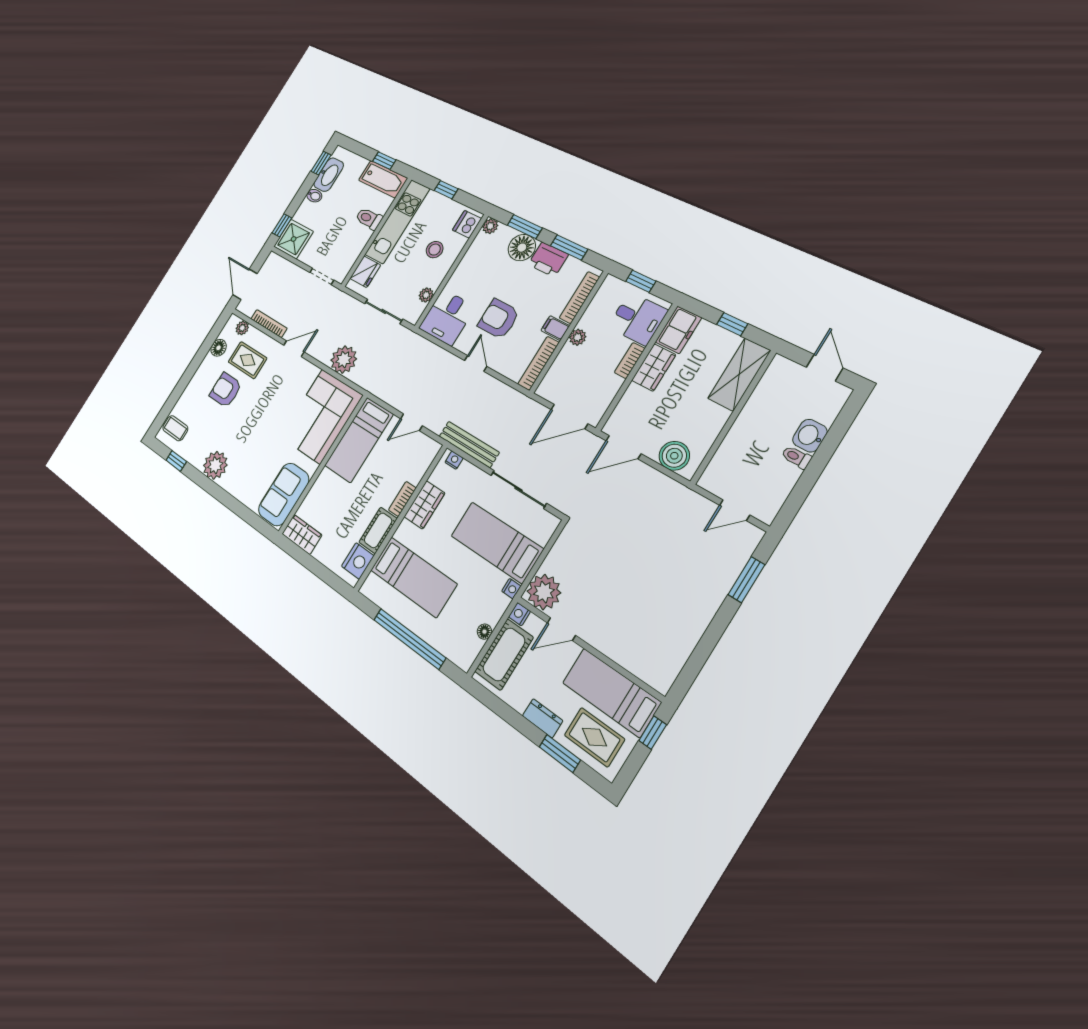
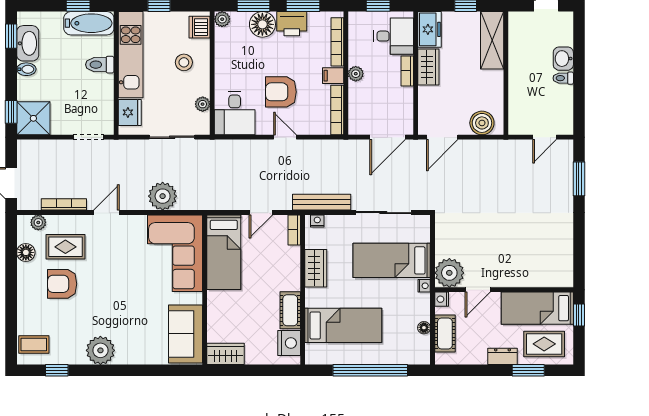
bookcase: (402, 499) -> (294, 230), moved
cot: (504, 654) -> (445, 333), width x0.73, depth x0.75

